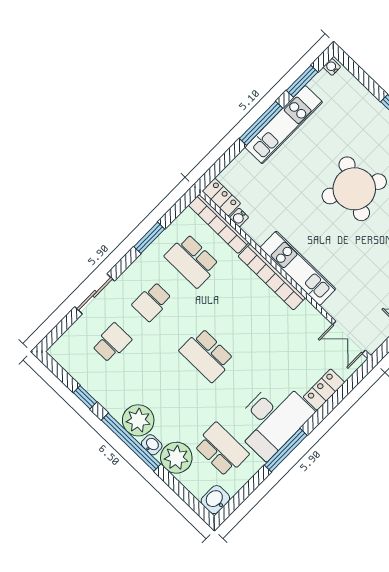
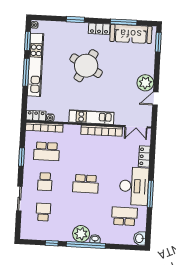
kitchen unit: (284, 125) -> (35, 65), width x1.36
bookcase: (272, 277) -> (102, 131), moved
plant: (176, 458) -> (109, 235), removed

